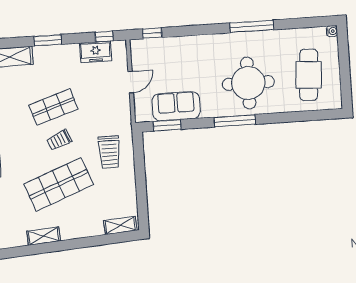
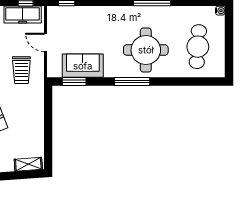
freezer: (96, 52) -> (23, 15), width x1.40
door: (131, 82) -> (45, 42), swing flipped
trolley: (109, 152) -> (21, 70), moved

